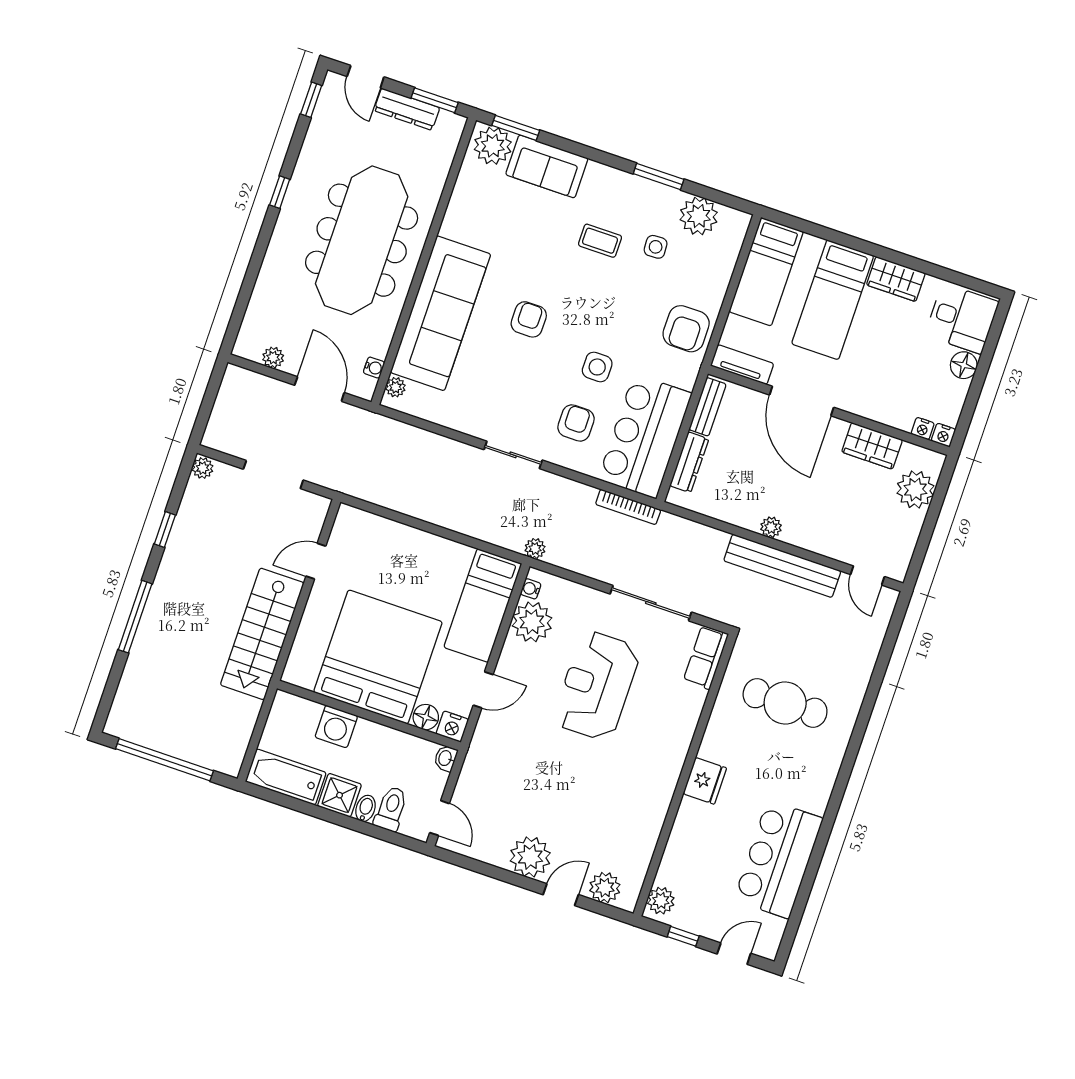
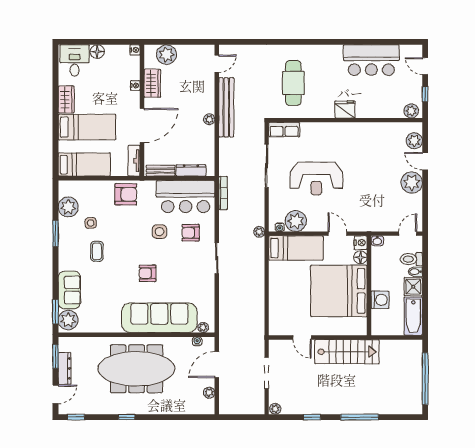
nightstand: (923, 429) -> (135, 85), moved

